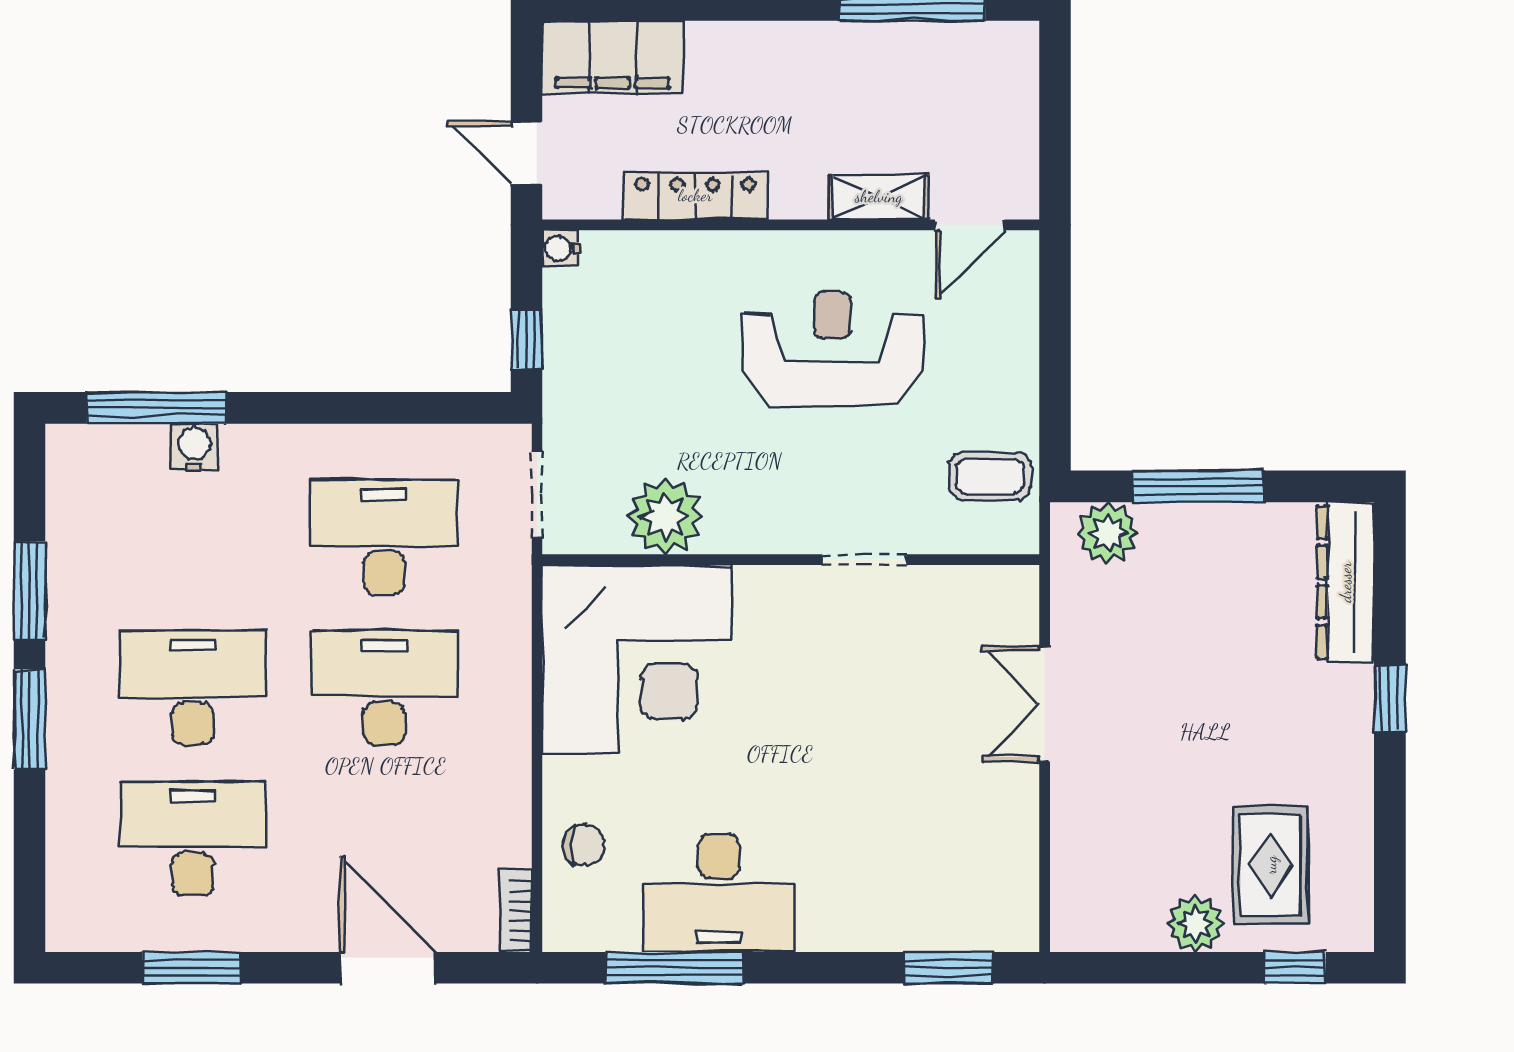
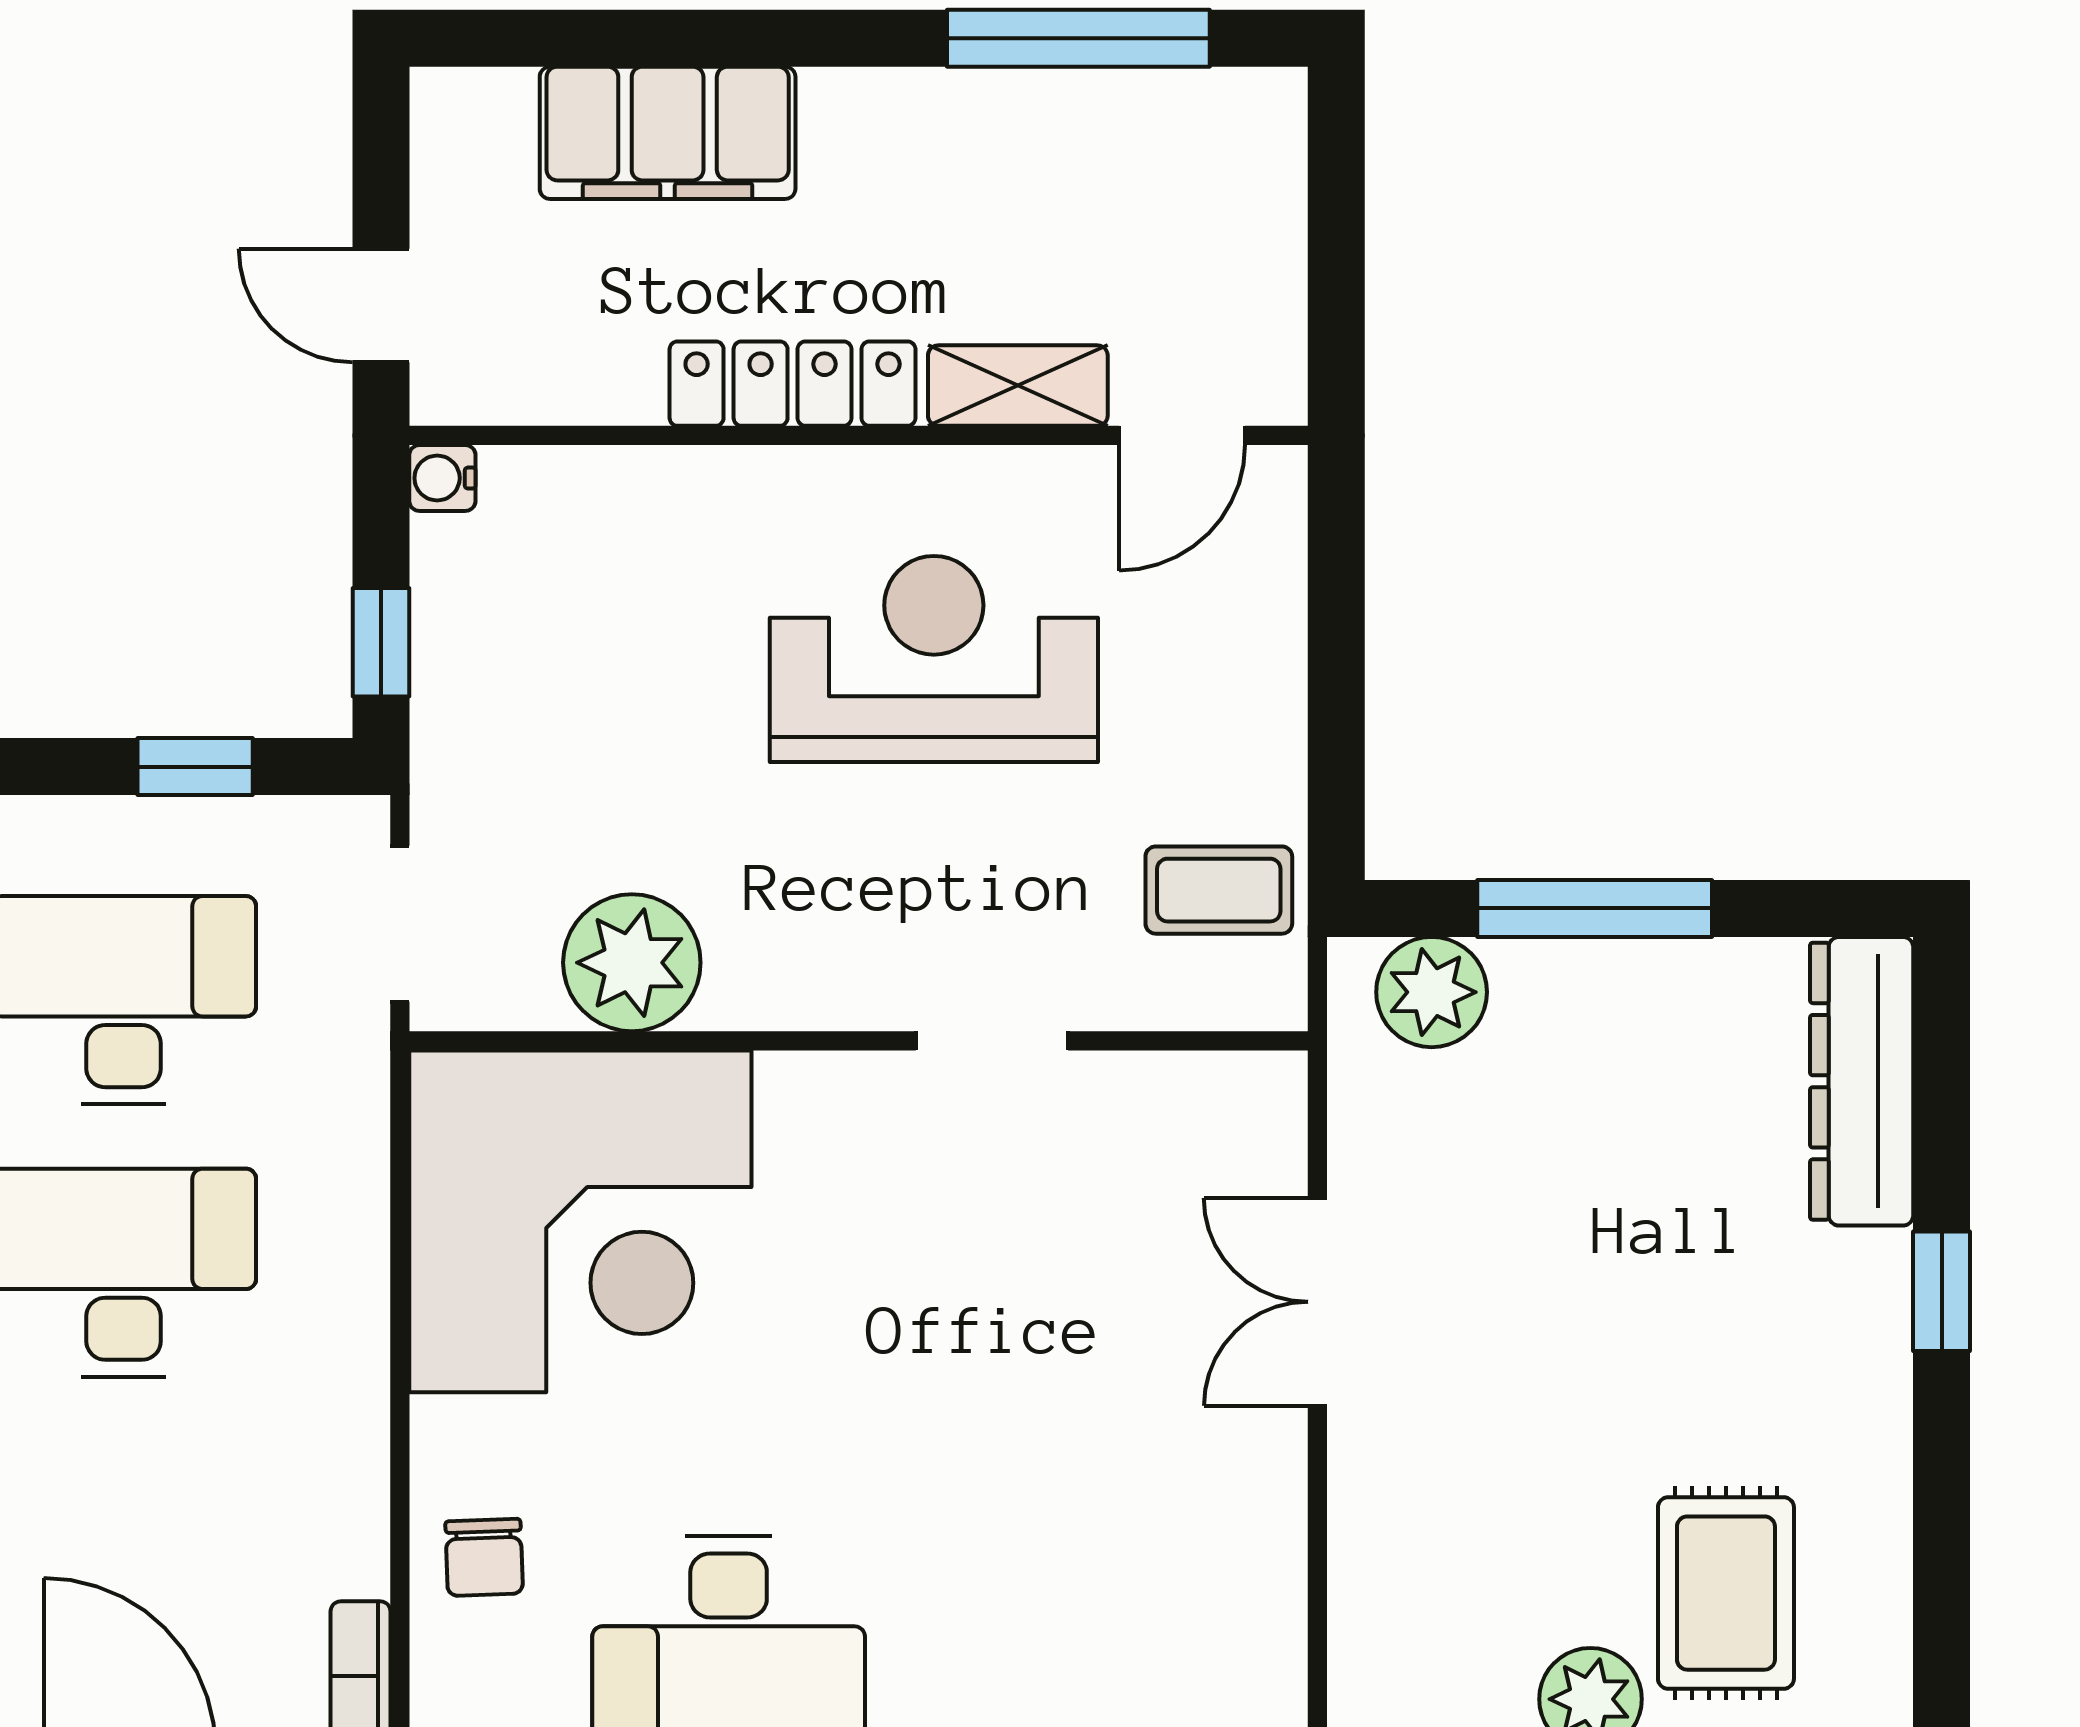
filing cabinet: (613, 57) -> (668, 133), moved
locker: (695, 196) -> (793, 384), moved
window: (424, 408) -> (195, 767), added
chair: (584, 845) -> (484, 1557), turned 88

